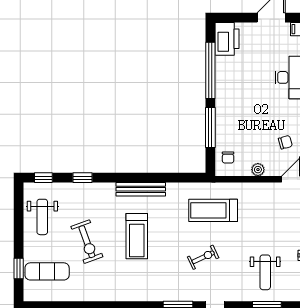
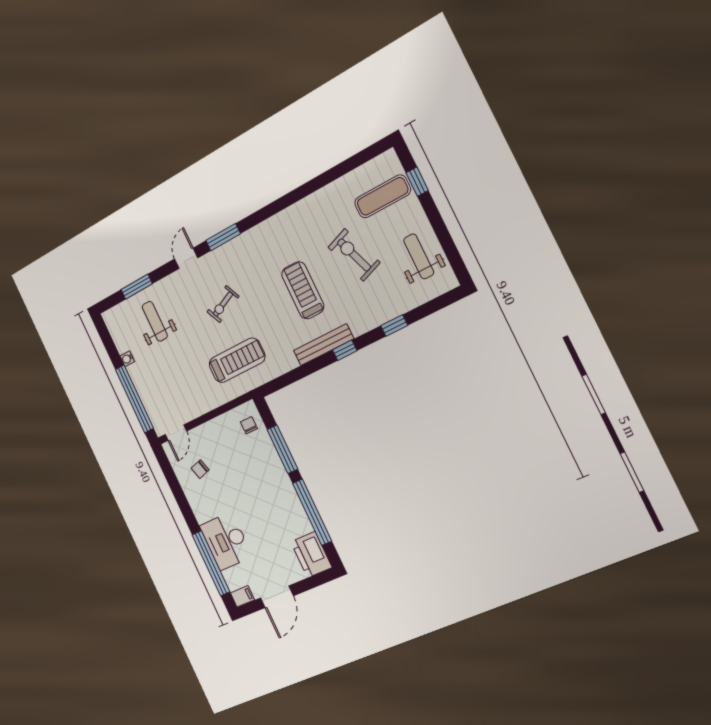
plant: (258, 170) -> (213, 427), removed
window: (43, 178) -> (345, 350), moved

